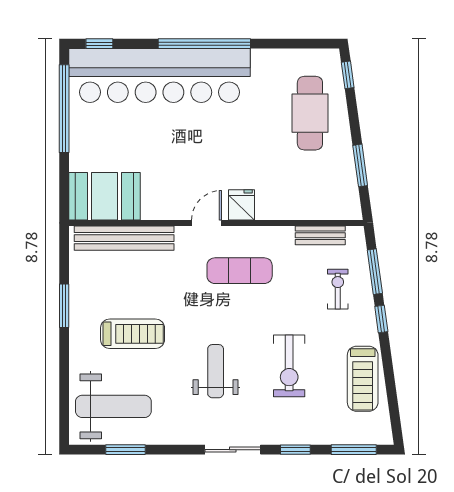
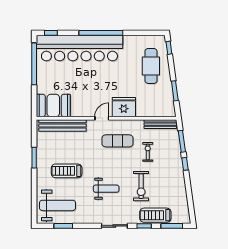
fridge: (241, 205) -> (124, 107), width x1.88, depth x1.34
bench: (320, 235) -> (160, 124), width x1.36
exercise bike: (338, 289) -> (148, 152), moved
treadmill: (133, 334) -> (67, 171), turned 180
weight bench: (216, 371) -> (106, 189), turned 90
treadmill: (363, 379) -> (155, 215), moved, turned 90

